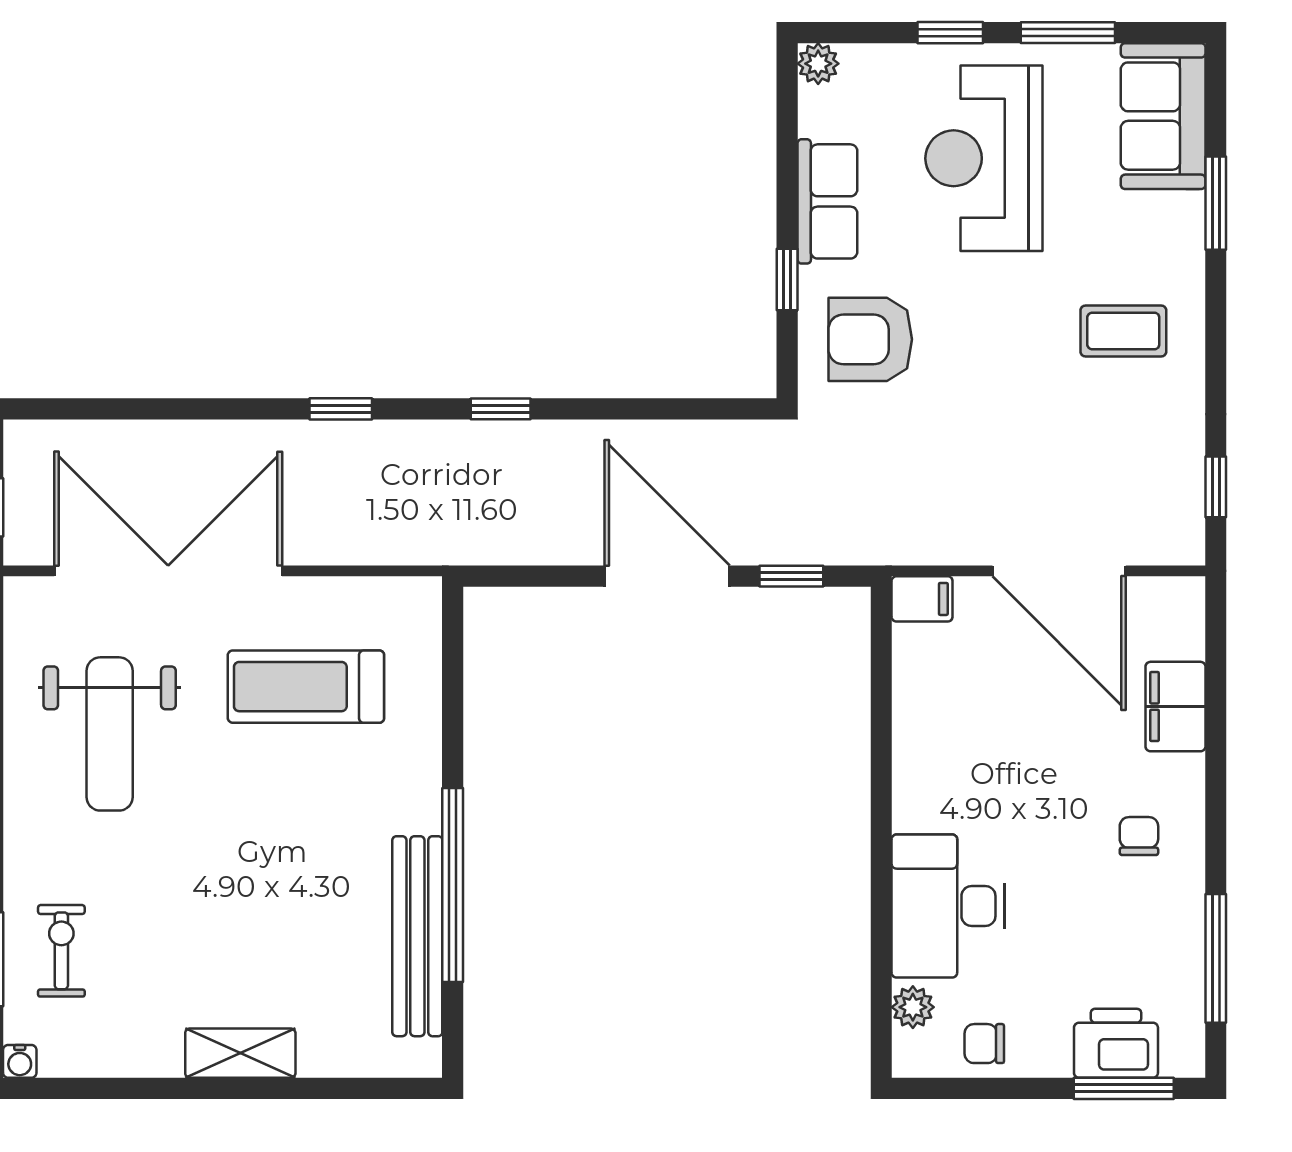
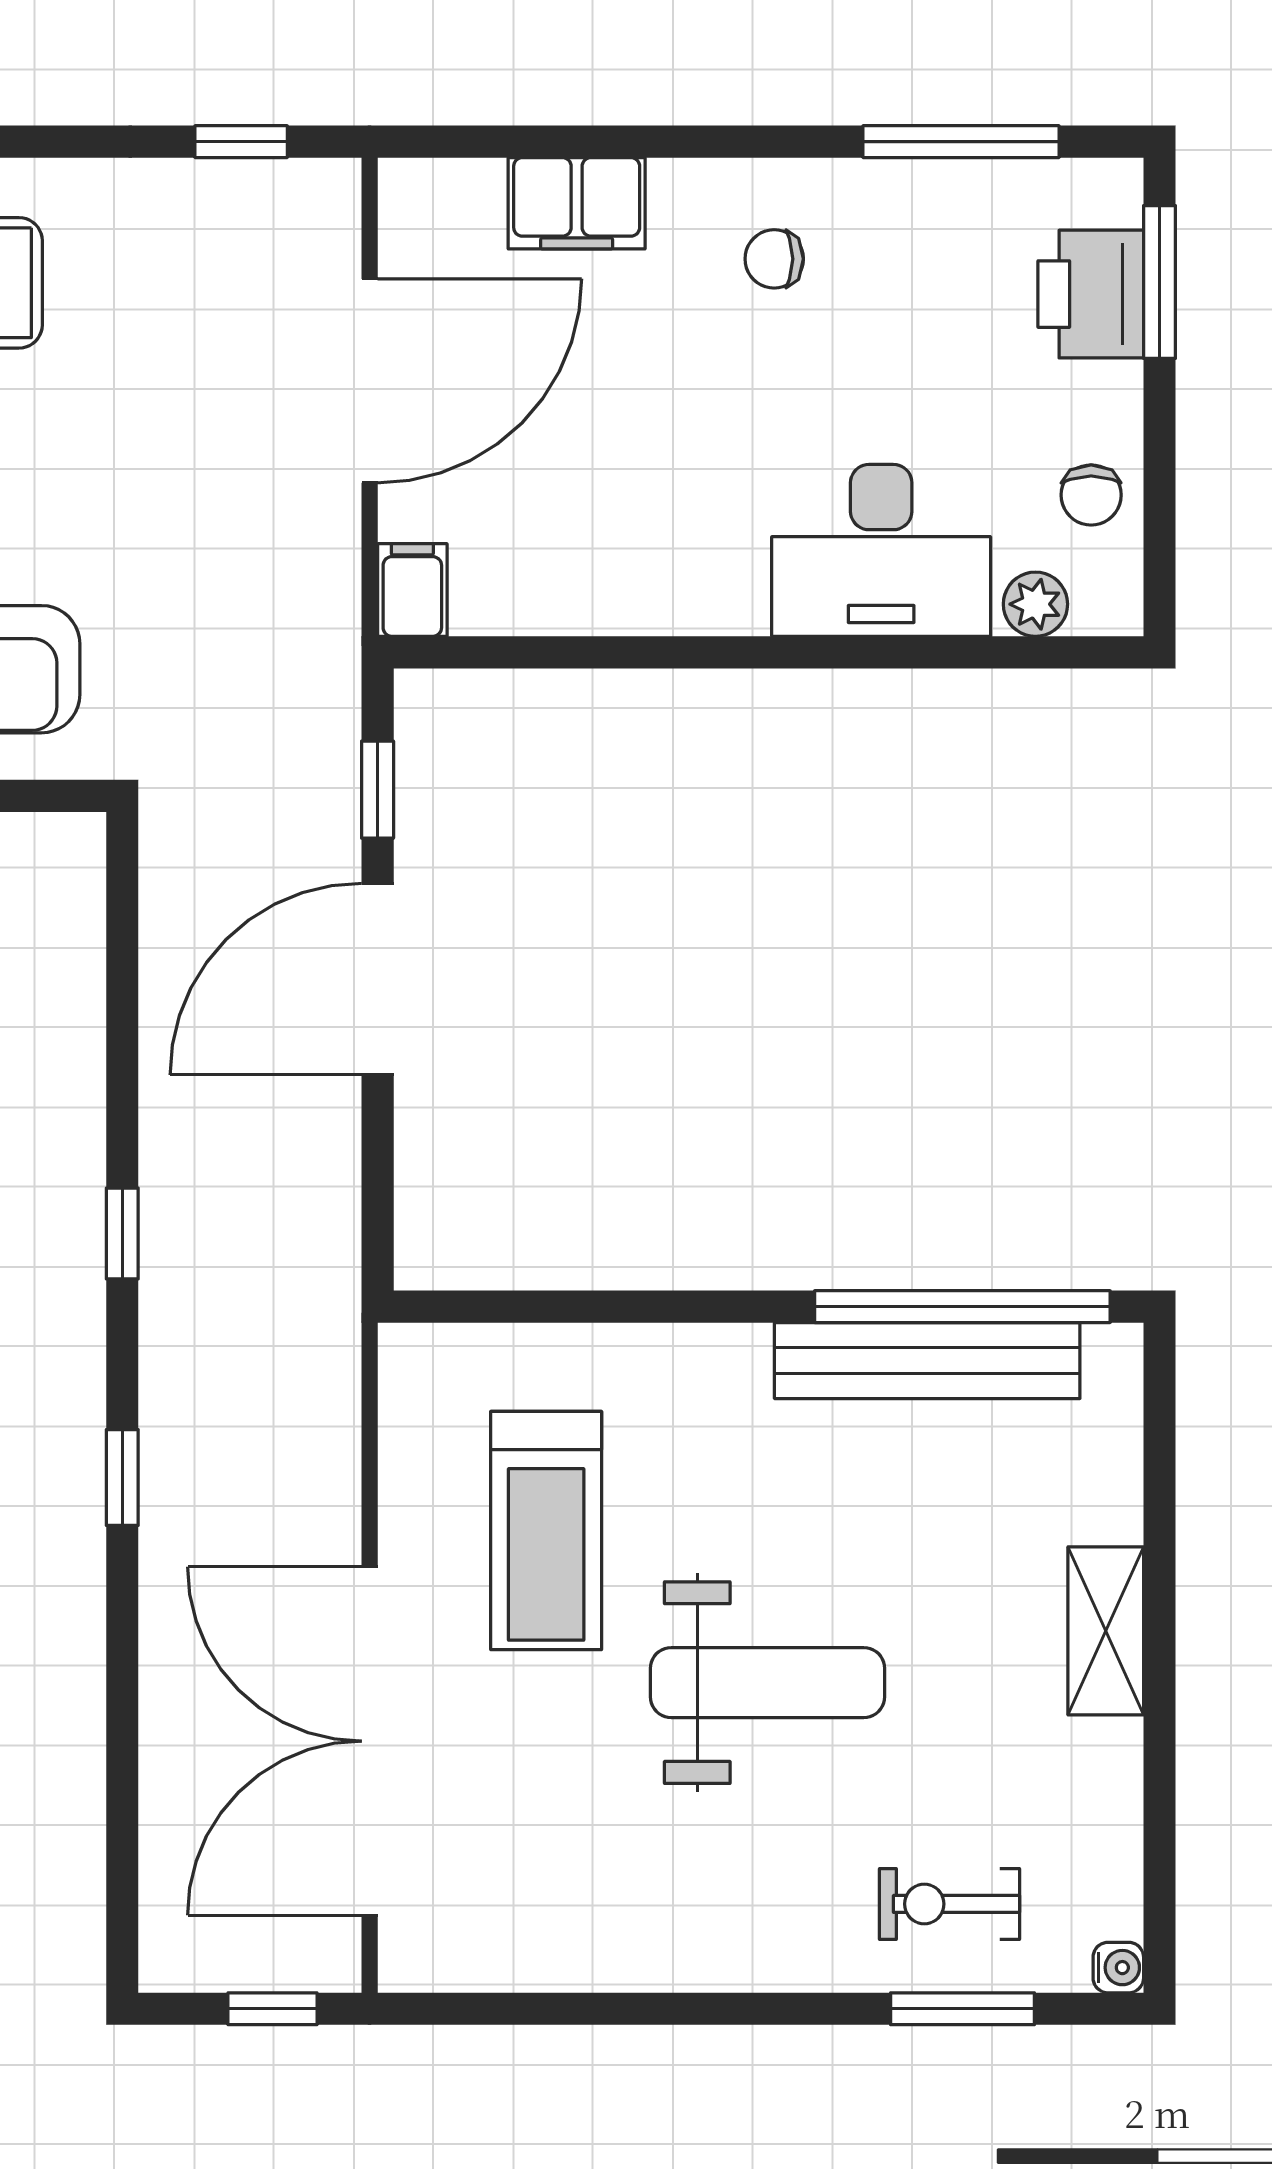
weight bench: (110, 734) -> (768, 1683), moved
window: (453, 885) -> (962, 1307), moved

